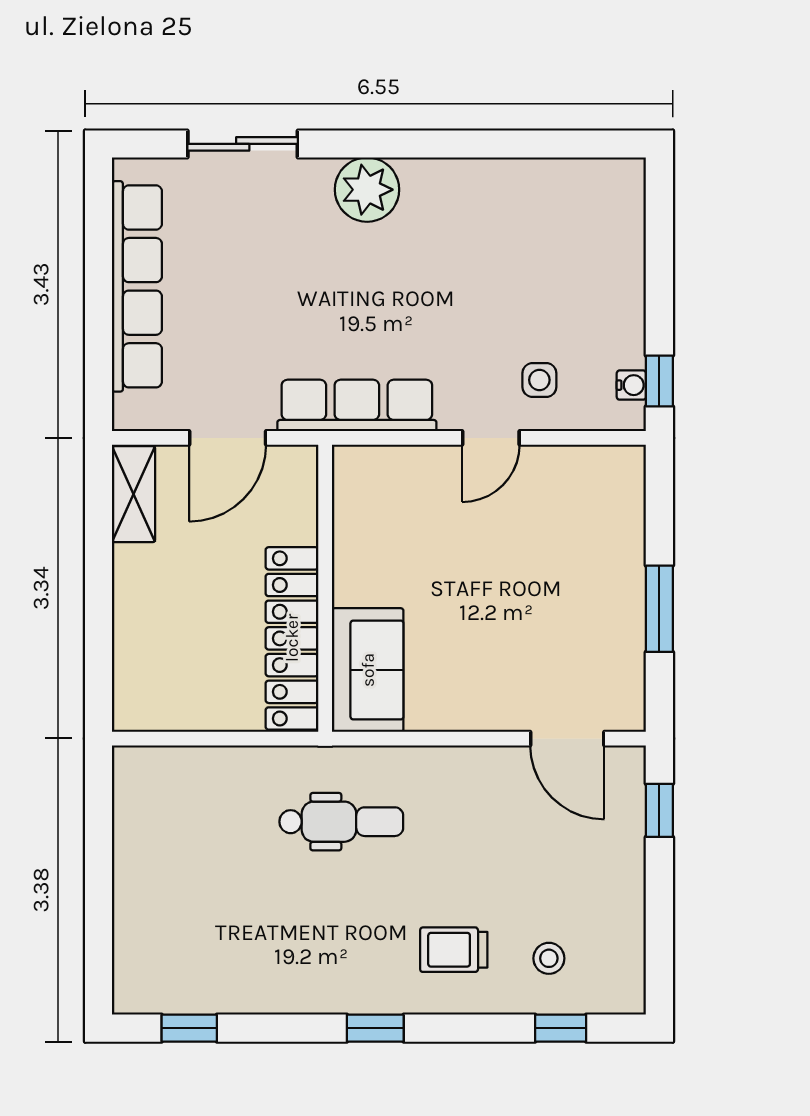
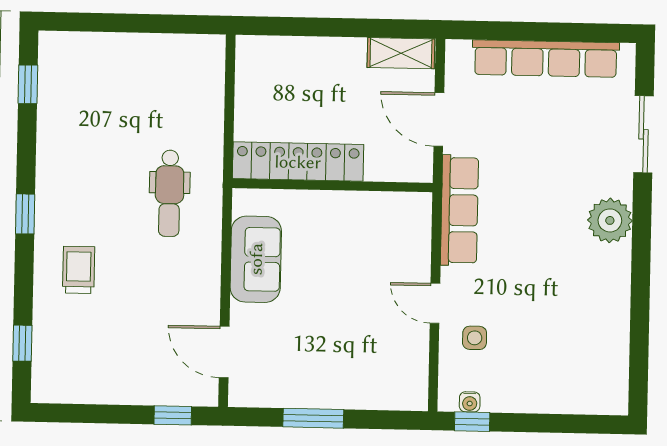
sofa: (368, 670) -> (256, 259), moved, turned -90
door: (567, 739) -> (224, 352), hinge flipped
stool: (549, 958) -> (71, 336), removed

